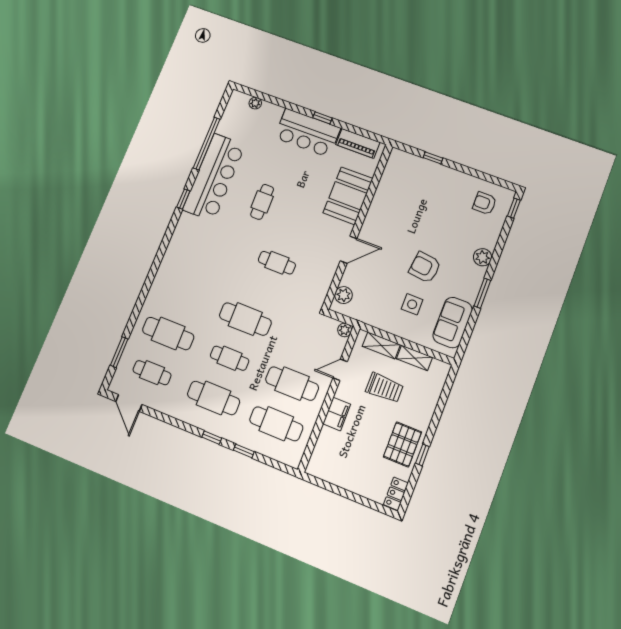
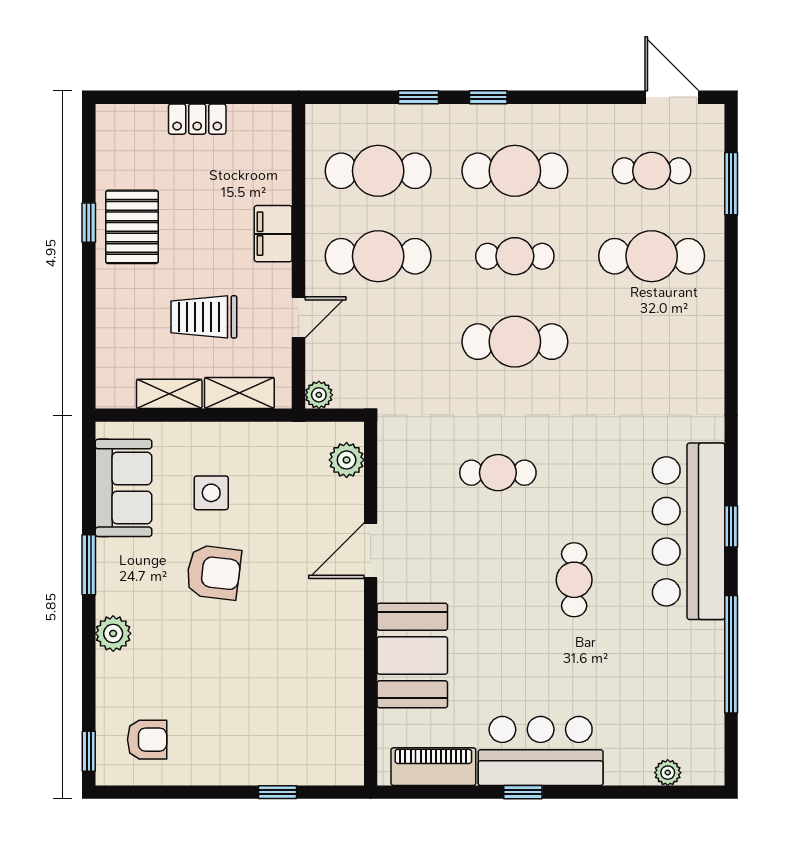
bar counter: (214, 177) -> (689, 531), moved
locker: (396, 494) -> (197, 119), moved, turned 90

